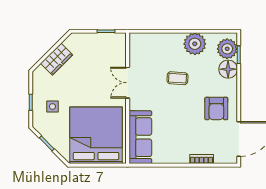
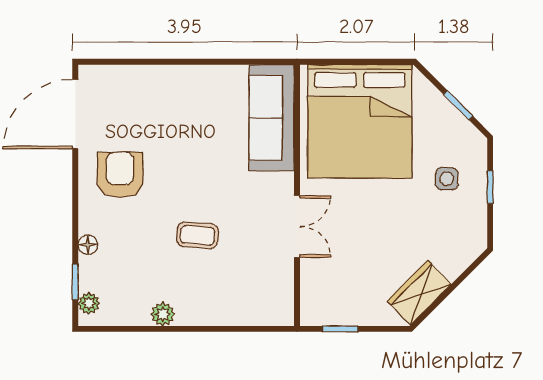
plant: (195, 44) -> (163, 314), width x0.53, depth x0.53
plant: (227, 49) -> (89, 303), width x0.53, depth x0.53
wardrobe: (57, 59) -> (419, 293), moved
floor lamp: (228, 69) -> (88, 245), width x0.53, depth x0.53
bookcase: (202, 159) -> (149, 74), removed

